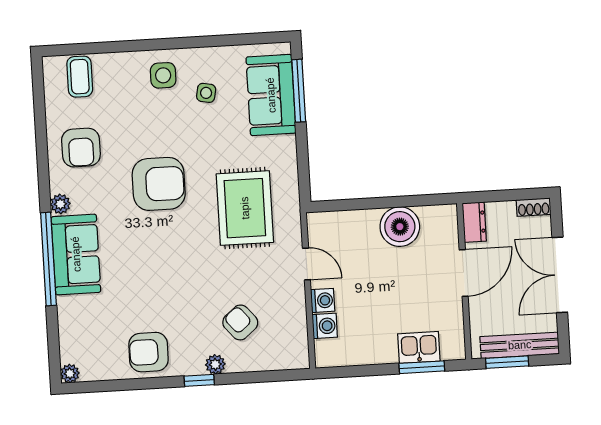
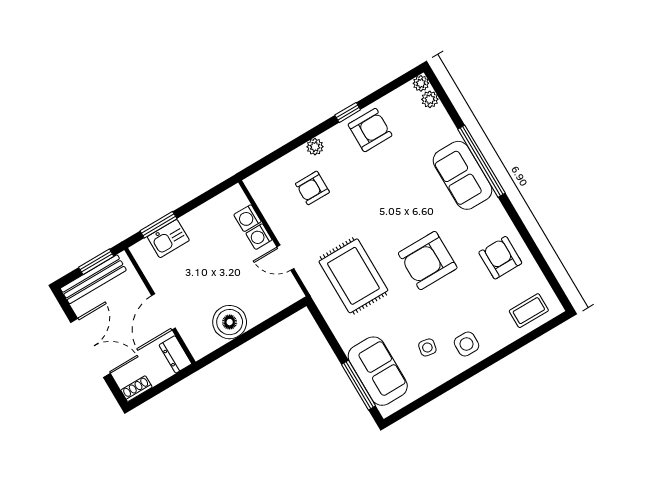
coffee table: (80, 77) -> (529, 311), turned 90
plant: (60, 204) -> (430, 99), moved
armchair: (240, 322) -> (312, 188), turned 130
window: (199, 380) -> (348, 112), moved

